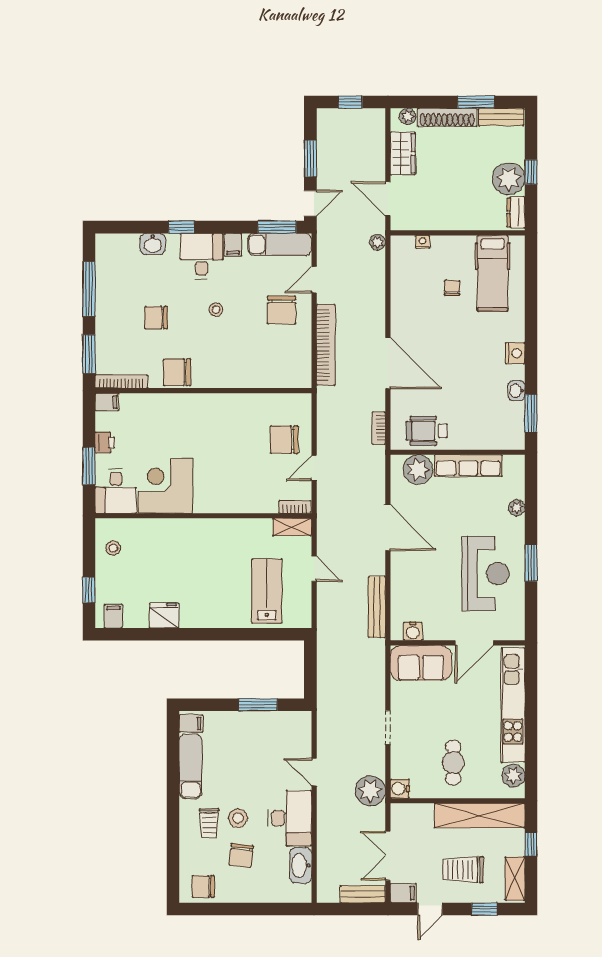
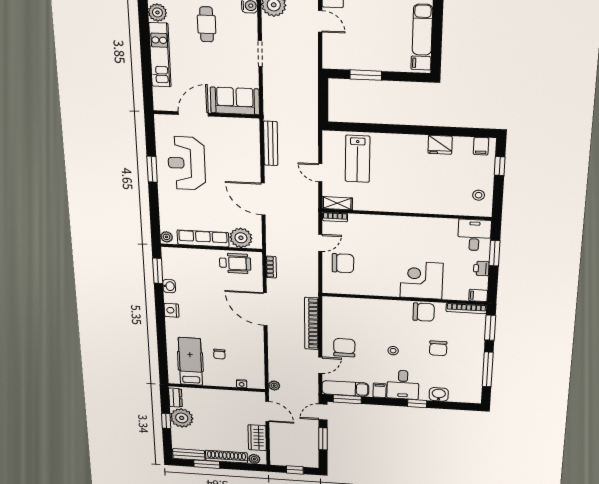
chair: (156, 317) -> (438, 348), turned 90
corner desk: (165, 486) -> (422, 280), moved, turned 180
plant: (517, 508) -> (167, 237), moved
water cooler: (413, 631) -> (242, 124), removed
kitchen unit: (513, 705) -> (160, 55), width x0.73

